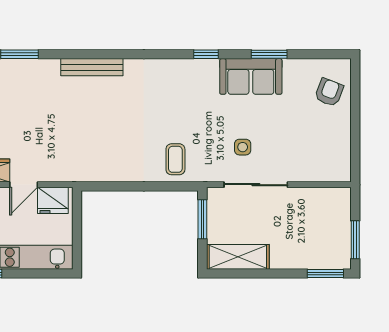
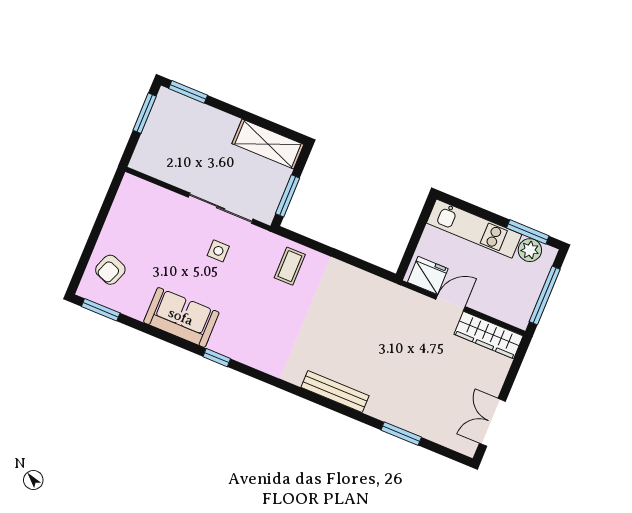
window: (269, 54) -> (101, 310), moved

